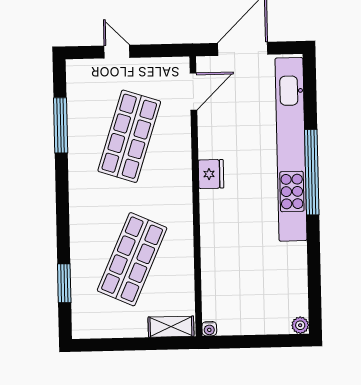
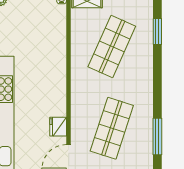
fridge: (211, 174) -> (58, 127), moved

